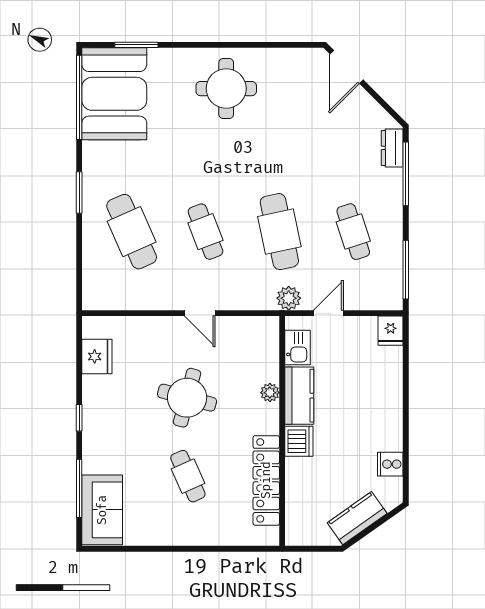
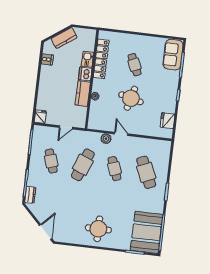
cafe table: (279, 232) -> (83, 165), turned 33
plant: (289, 298) -> (106, 139), moved
kitchen sink: (297, 348) -> (88, 59), moved

